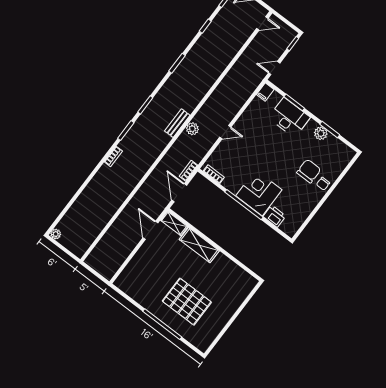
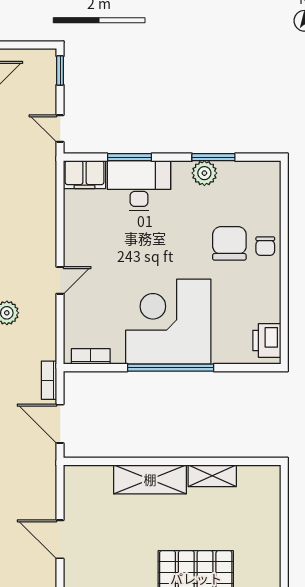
door: (274, 68) -> (60, 129), hinge flipped
filing cabinet: (265, 92) -> (85, 175), width x2.00
corner desk: (259, 193) -> (168, 322), width x1.36, depth x1.36
printer: (274, 216) -> (267, 340), moved, turned -90
shelving: (174, 224) -> (212, 476), moved
door: (150, 230) -> (60, 539), moved

